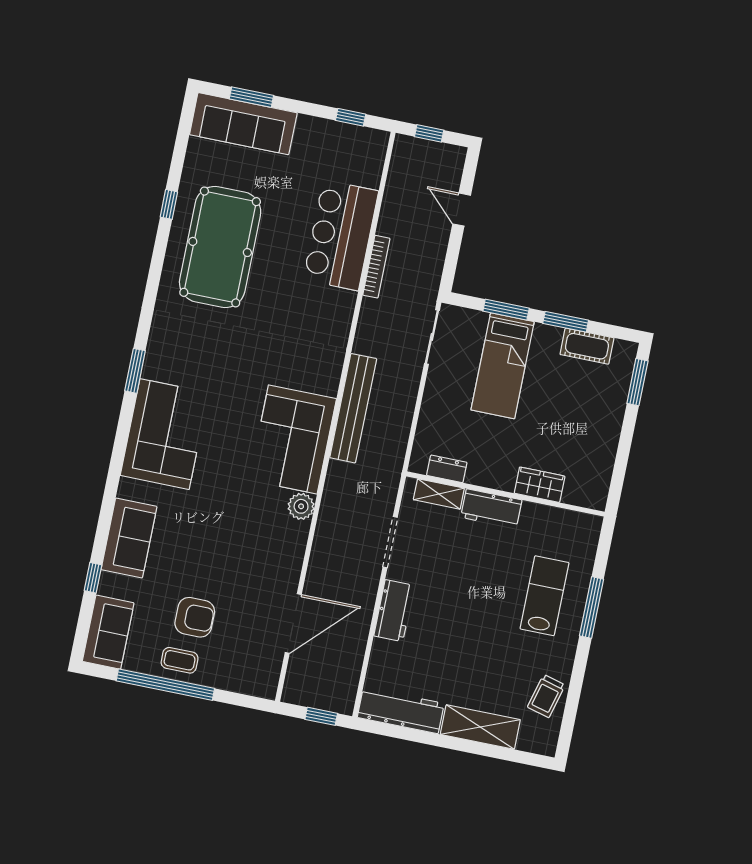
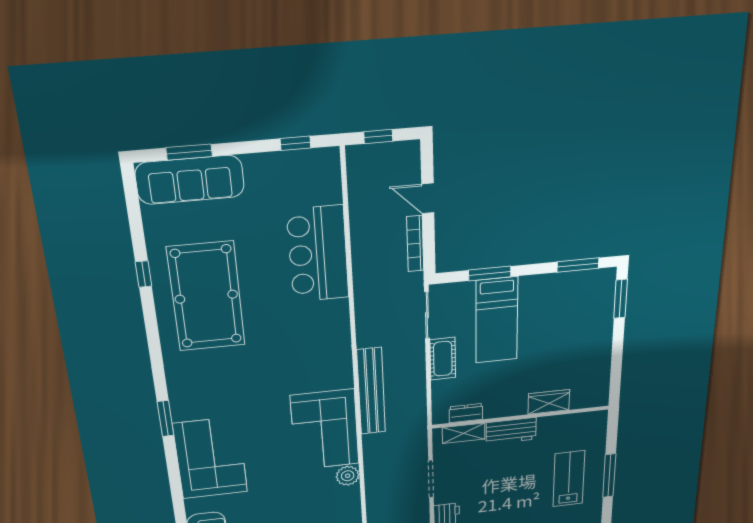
bookcase: (376, 267) -> (415, 244), moved, turned 180
window: (566, 322) -> (578, 265), moved
cot: (587, 346) -> (443, 359), moved, turned 90

